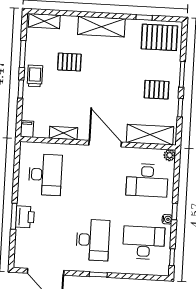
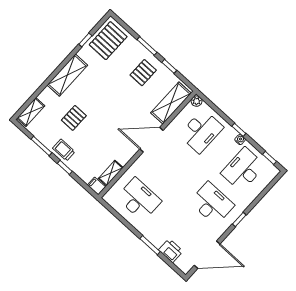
shelving: (63, 133) -> (111, 173), moved
printer: (25, 217) -> (171, 251), moved

